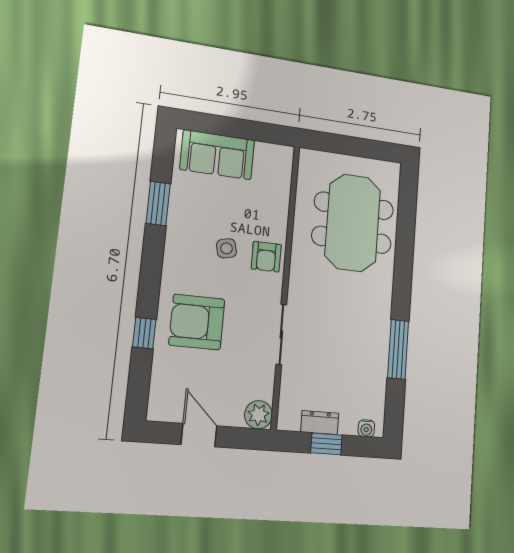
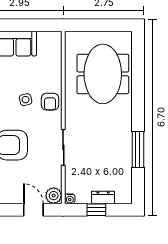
dresser: (320, 423) -> (103, 197), moved
water cooler: (366, 428) -> (70, 199), moved
door: (199, 435) -> (33, 210), moved

